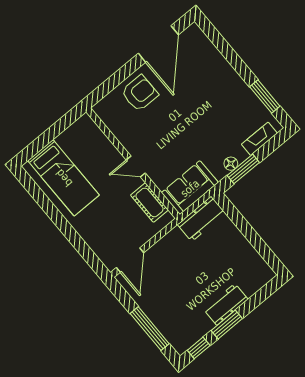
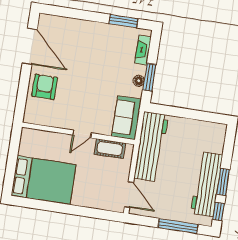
bed: (64, 178) -> (44, 180), width x1.50
workbench: (201, 219) -> (151, 147), width x1.88, depth x1.32
workbench: (226, 304) -> (207, 184), width x1.87, depth x1.32

